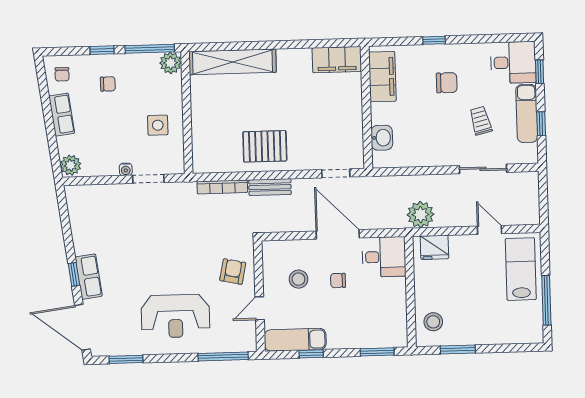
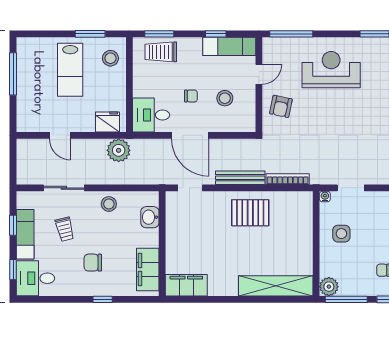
stool: (430, 152) -> (109, 204), added
water cooler: (126, 169) -> (325, 197), moved
bench: (270, 187) -> (240, 178), width x1.36
lab bench: (521, 269) -> (70, 70), moved
trolley: (375, 331) -> (161, 52), added

